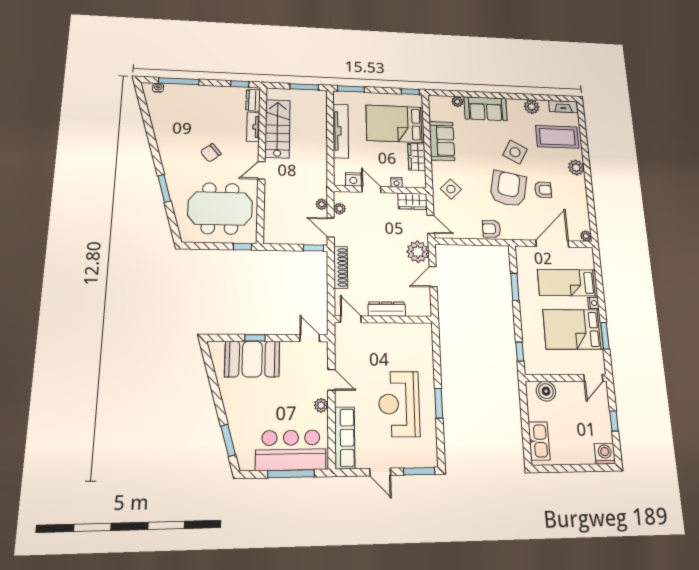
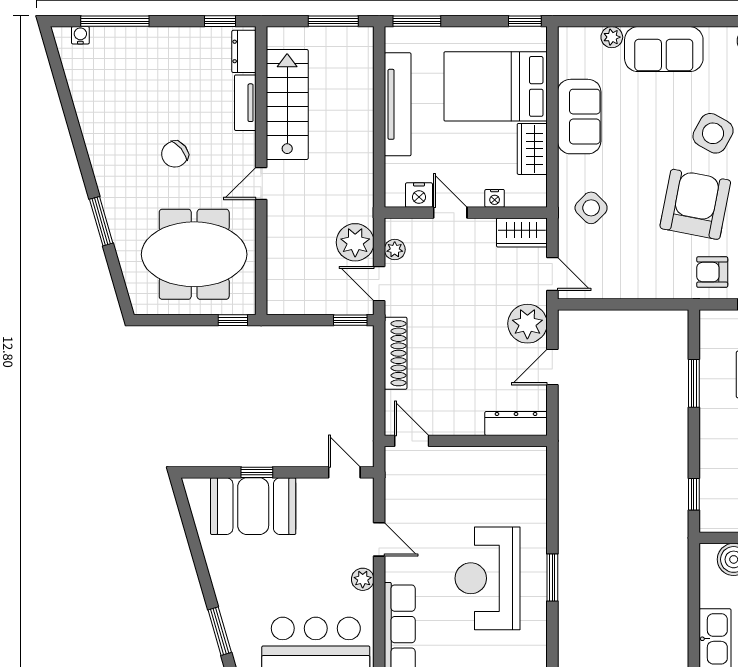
plant: (322, 204) -> (355, 242), width x1.88, depth x1.88
armchair: (491, 229) -> (712, 272), moved
dresser: (387, 309) -> (516, 423), moved

